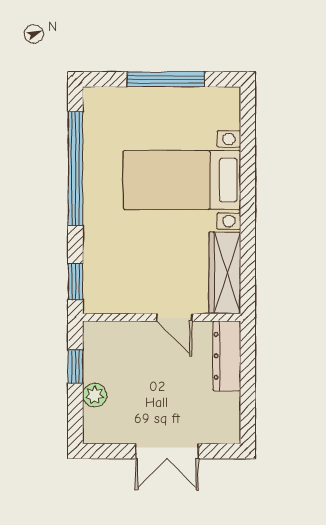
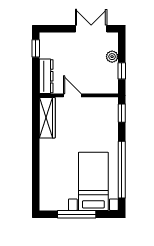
bed with nightstands: (182, 180) -> (93, 181), moved, turned -90
window: (248, 412) -> (36, 48), added
double door: (167, 451) -> (91, 29), moved

